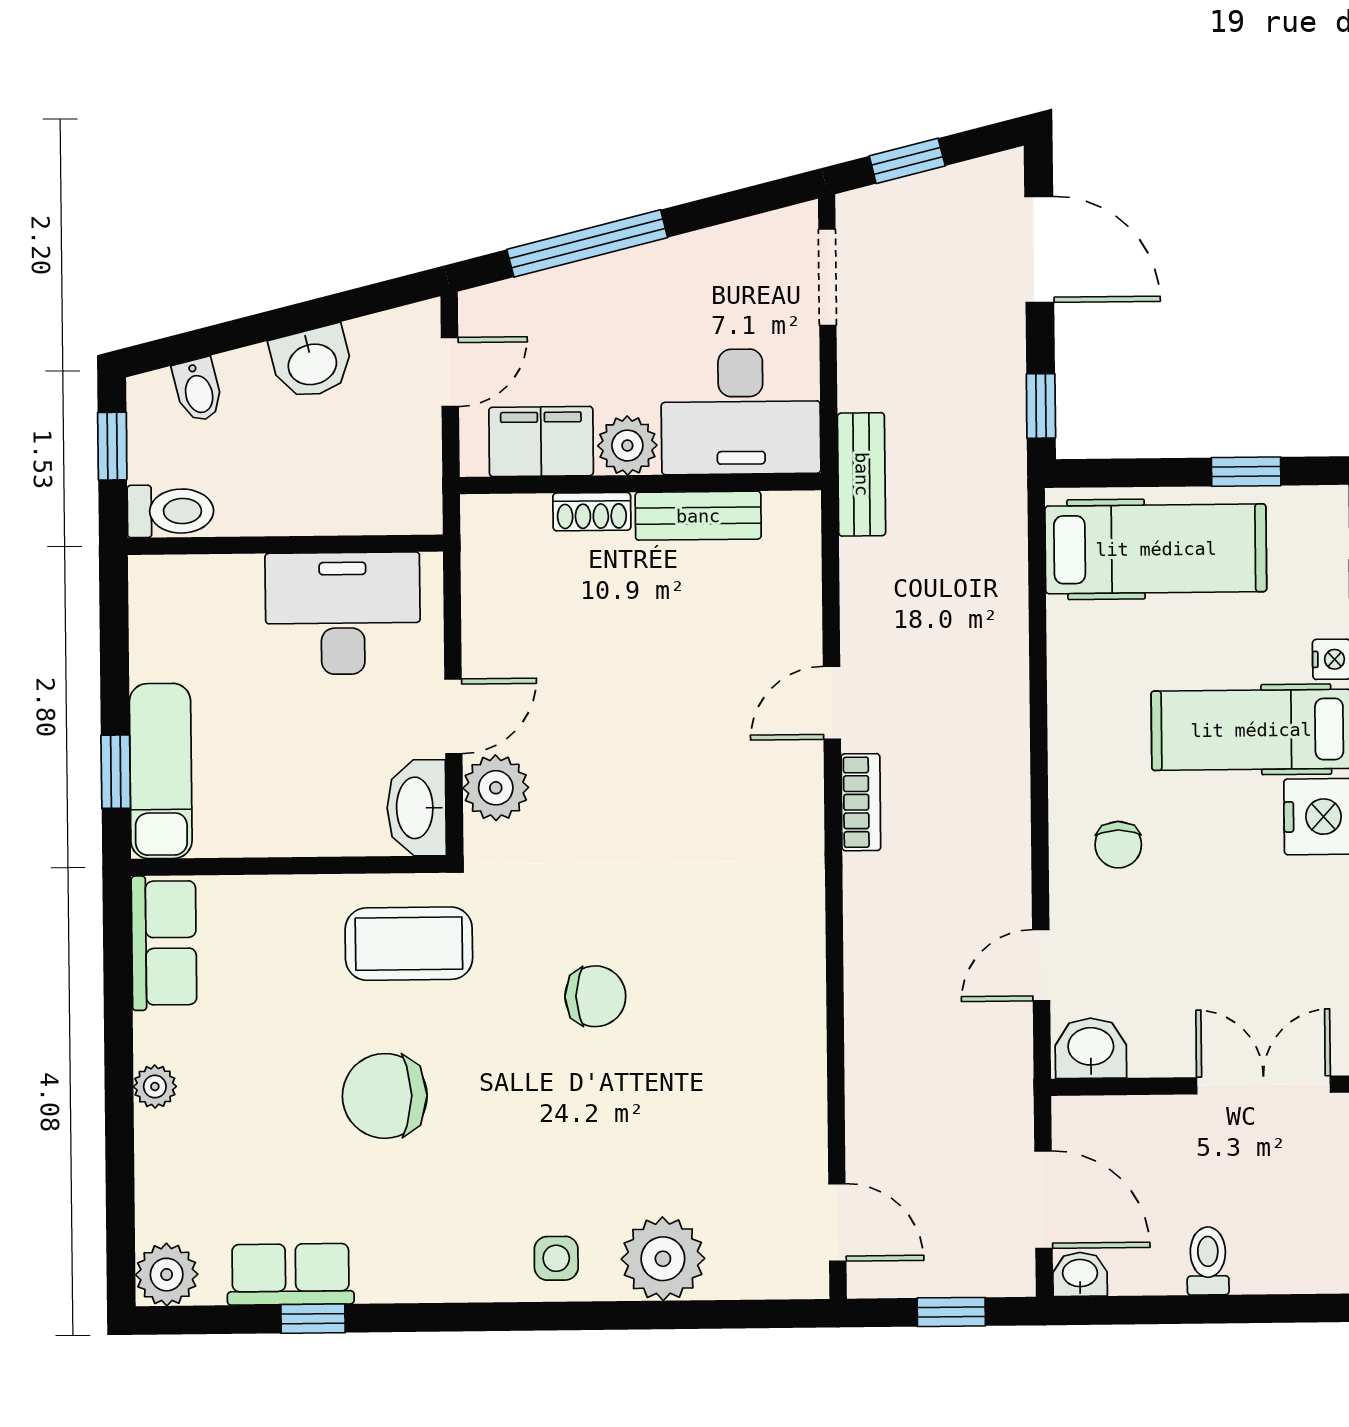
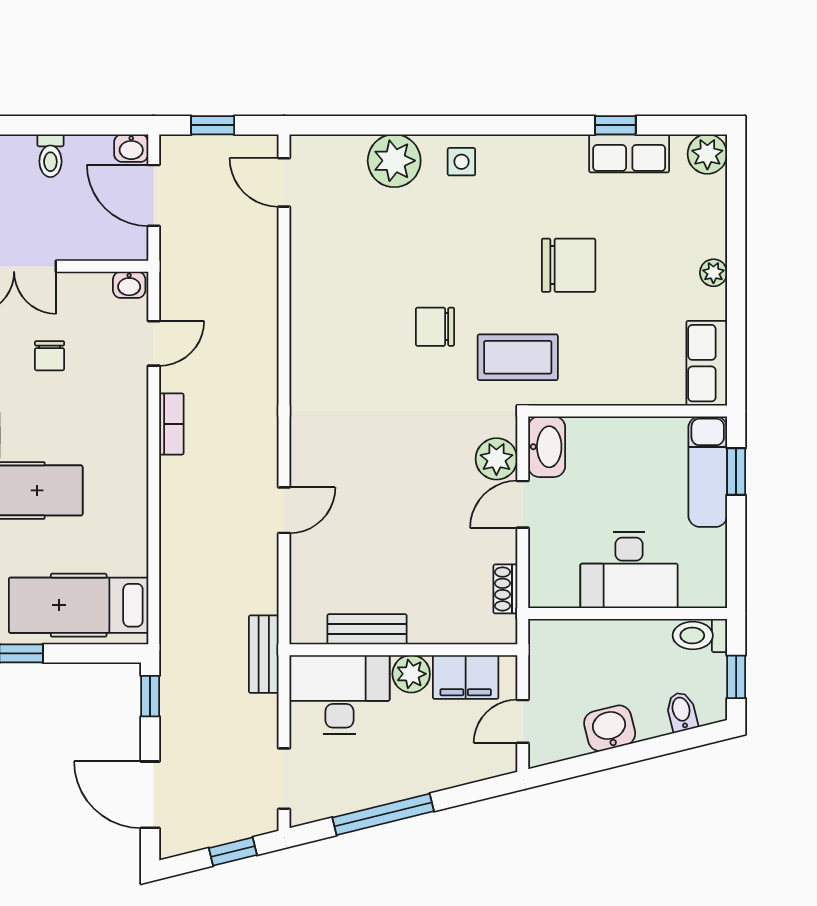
window: (587, 243) -> (383, 814), moved
shoe rack: (592, 512) -> (505, 589), moved, turned -90
desk: (343, 613) -> (629, 570), moved
bookcase: (861, 802) -> (171, 424), moved, turned 180
chair: (1118, 845) -> (50, 356), moved, turned 180
coffee table: (409, 944) -> (518, 357), moved
washbasin: (1091, 1048) -> (129, 285), width x0.72, depth x0.69

